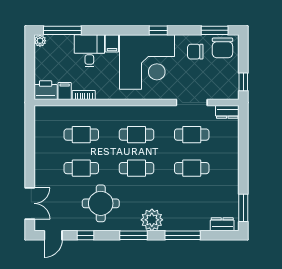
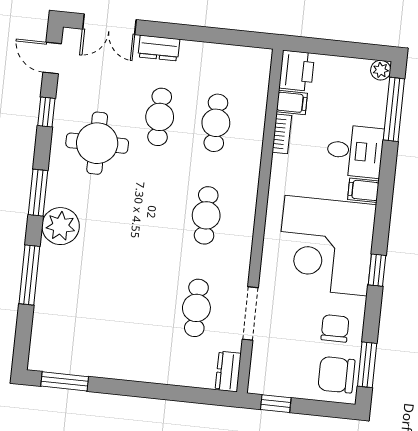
cafe table: (137, 168) -> (150, 209), removed
cafe table: (192, 168) -> (140, 302), removed
dresser: (222, 224) -> (159, 48), moved, turned 90

